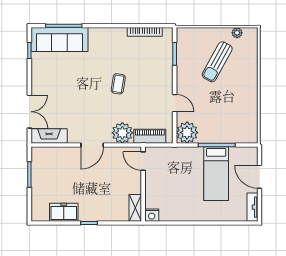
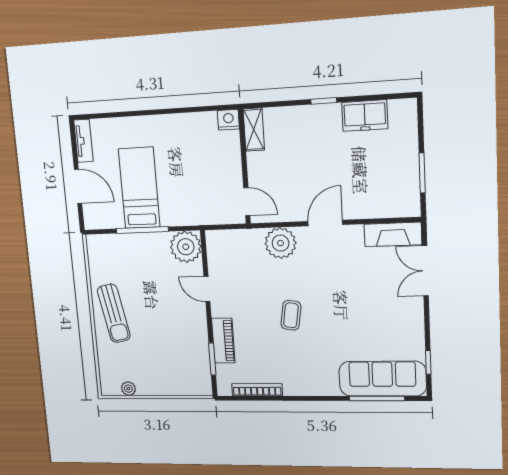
sun lounger: (217, 62) -> (114, 313), moved, turned 140
piano: (150, 136) -> (223, 341), moved, turned -90

